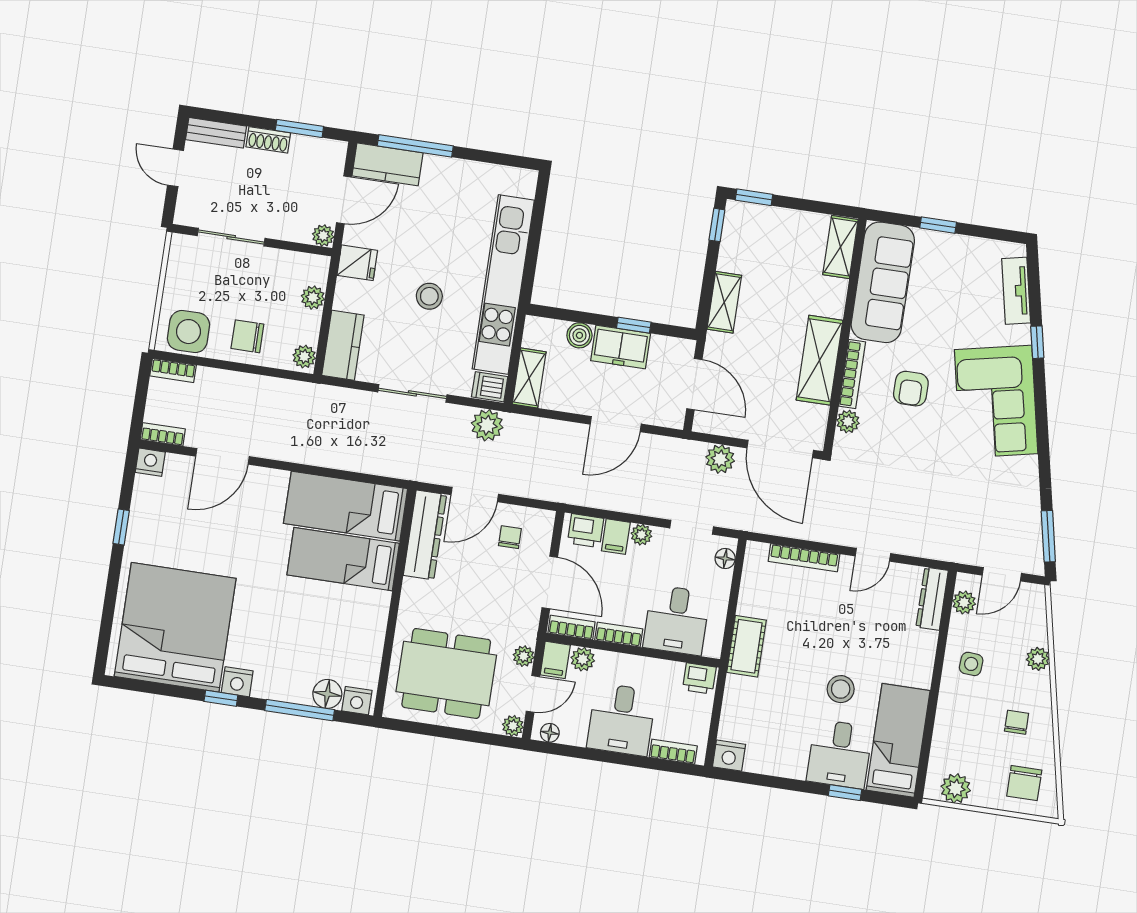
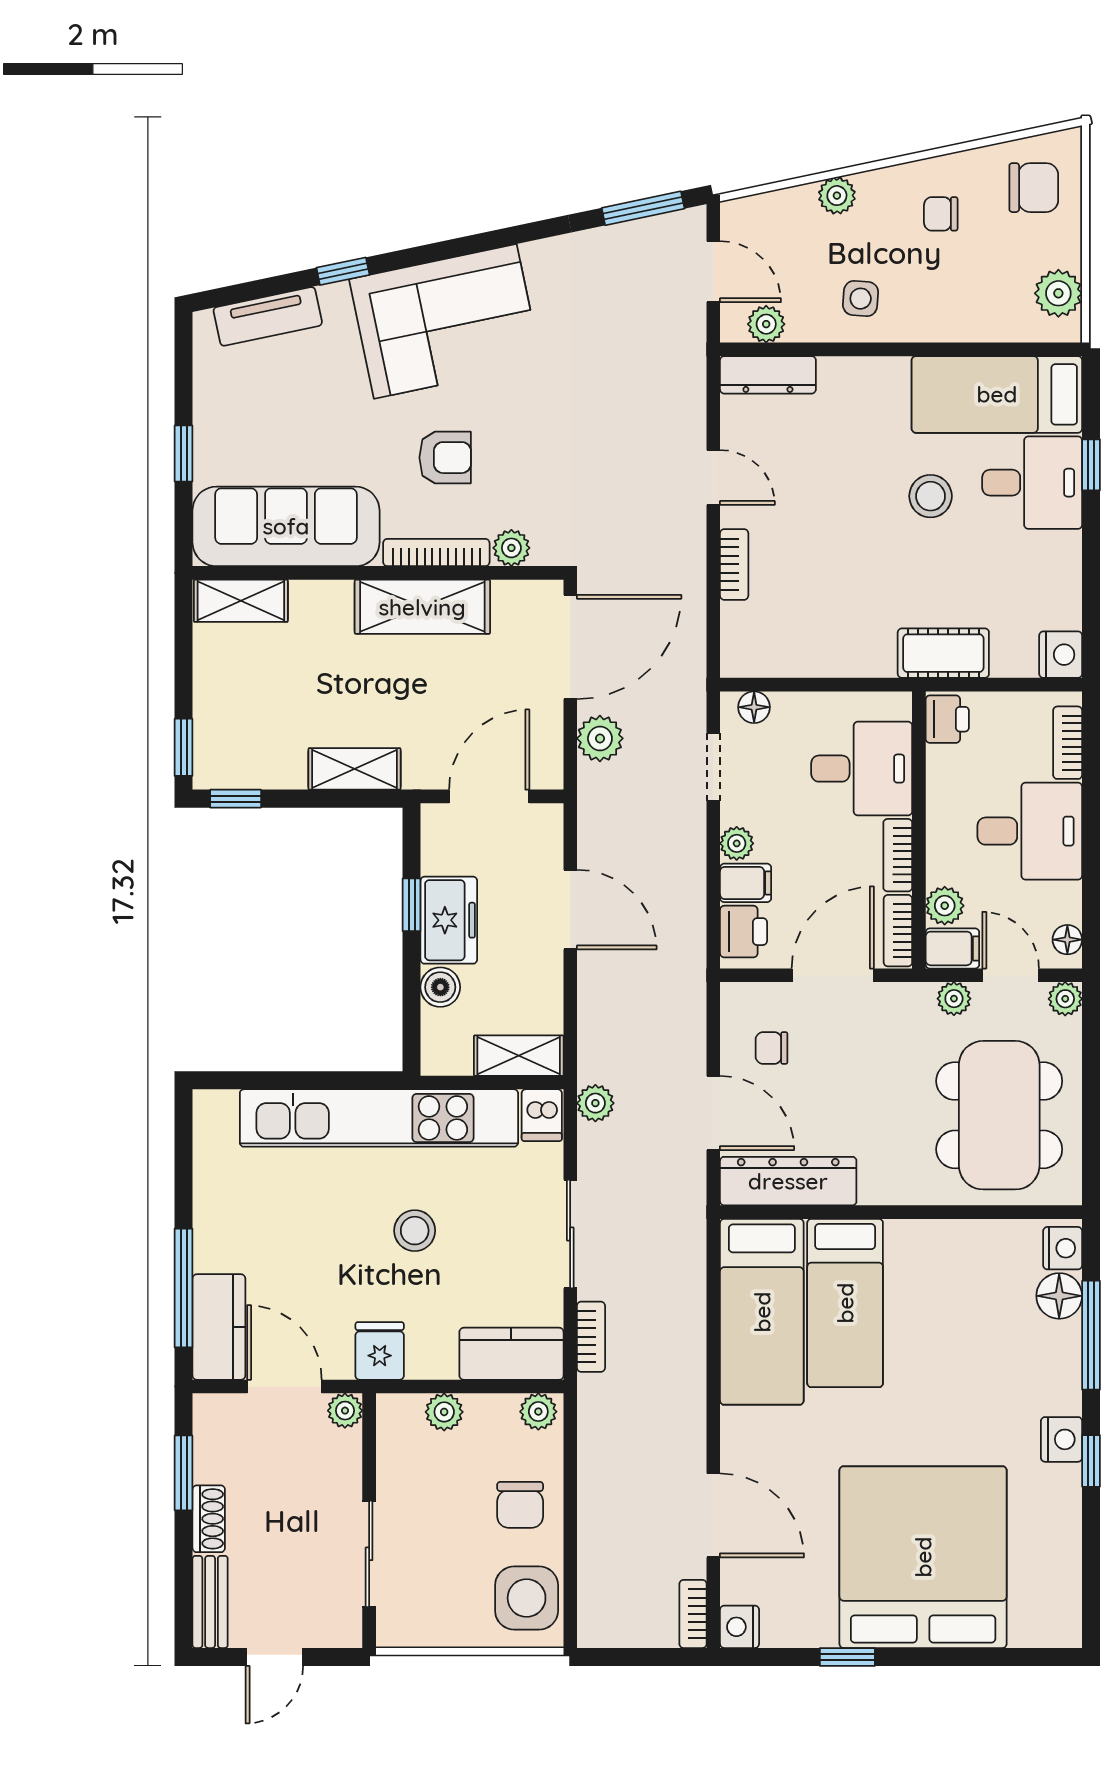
bookcase: (173, 370) -> (591, 1337), moved
plant: (487, 425) -> (595, 1103), width x0.73, depth x0.73
bookcase: (804, 558) -> (734, 564), width x0.64
bed: (175, 627) -> (923, 1557), moved, turned 90
cot: (747, 646) -> (943, 653), moved

